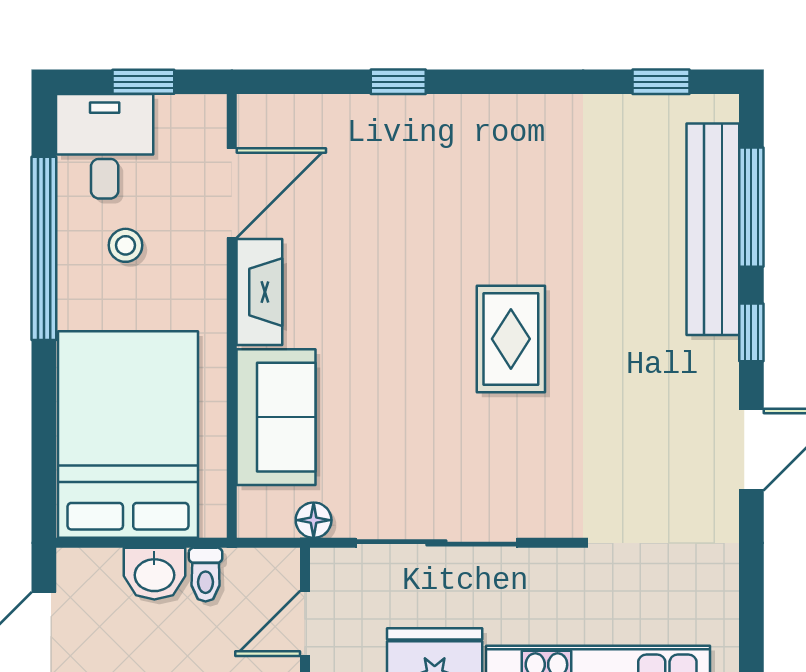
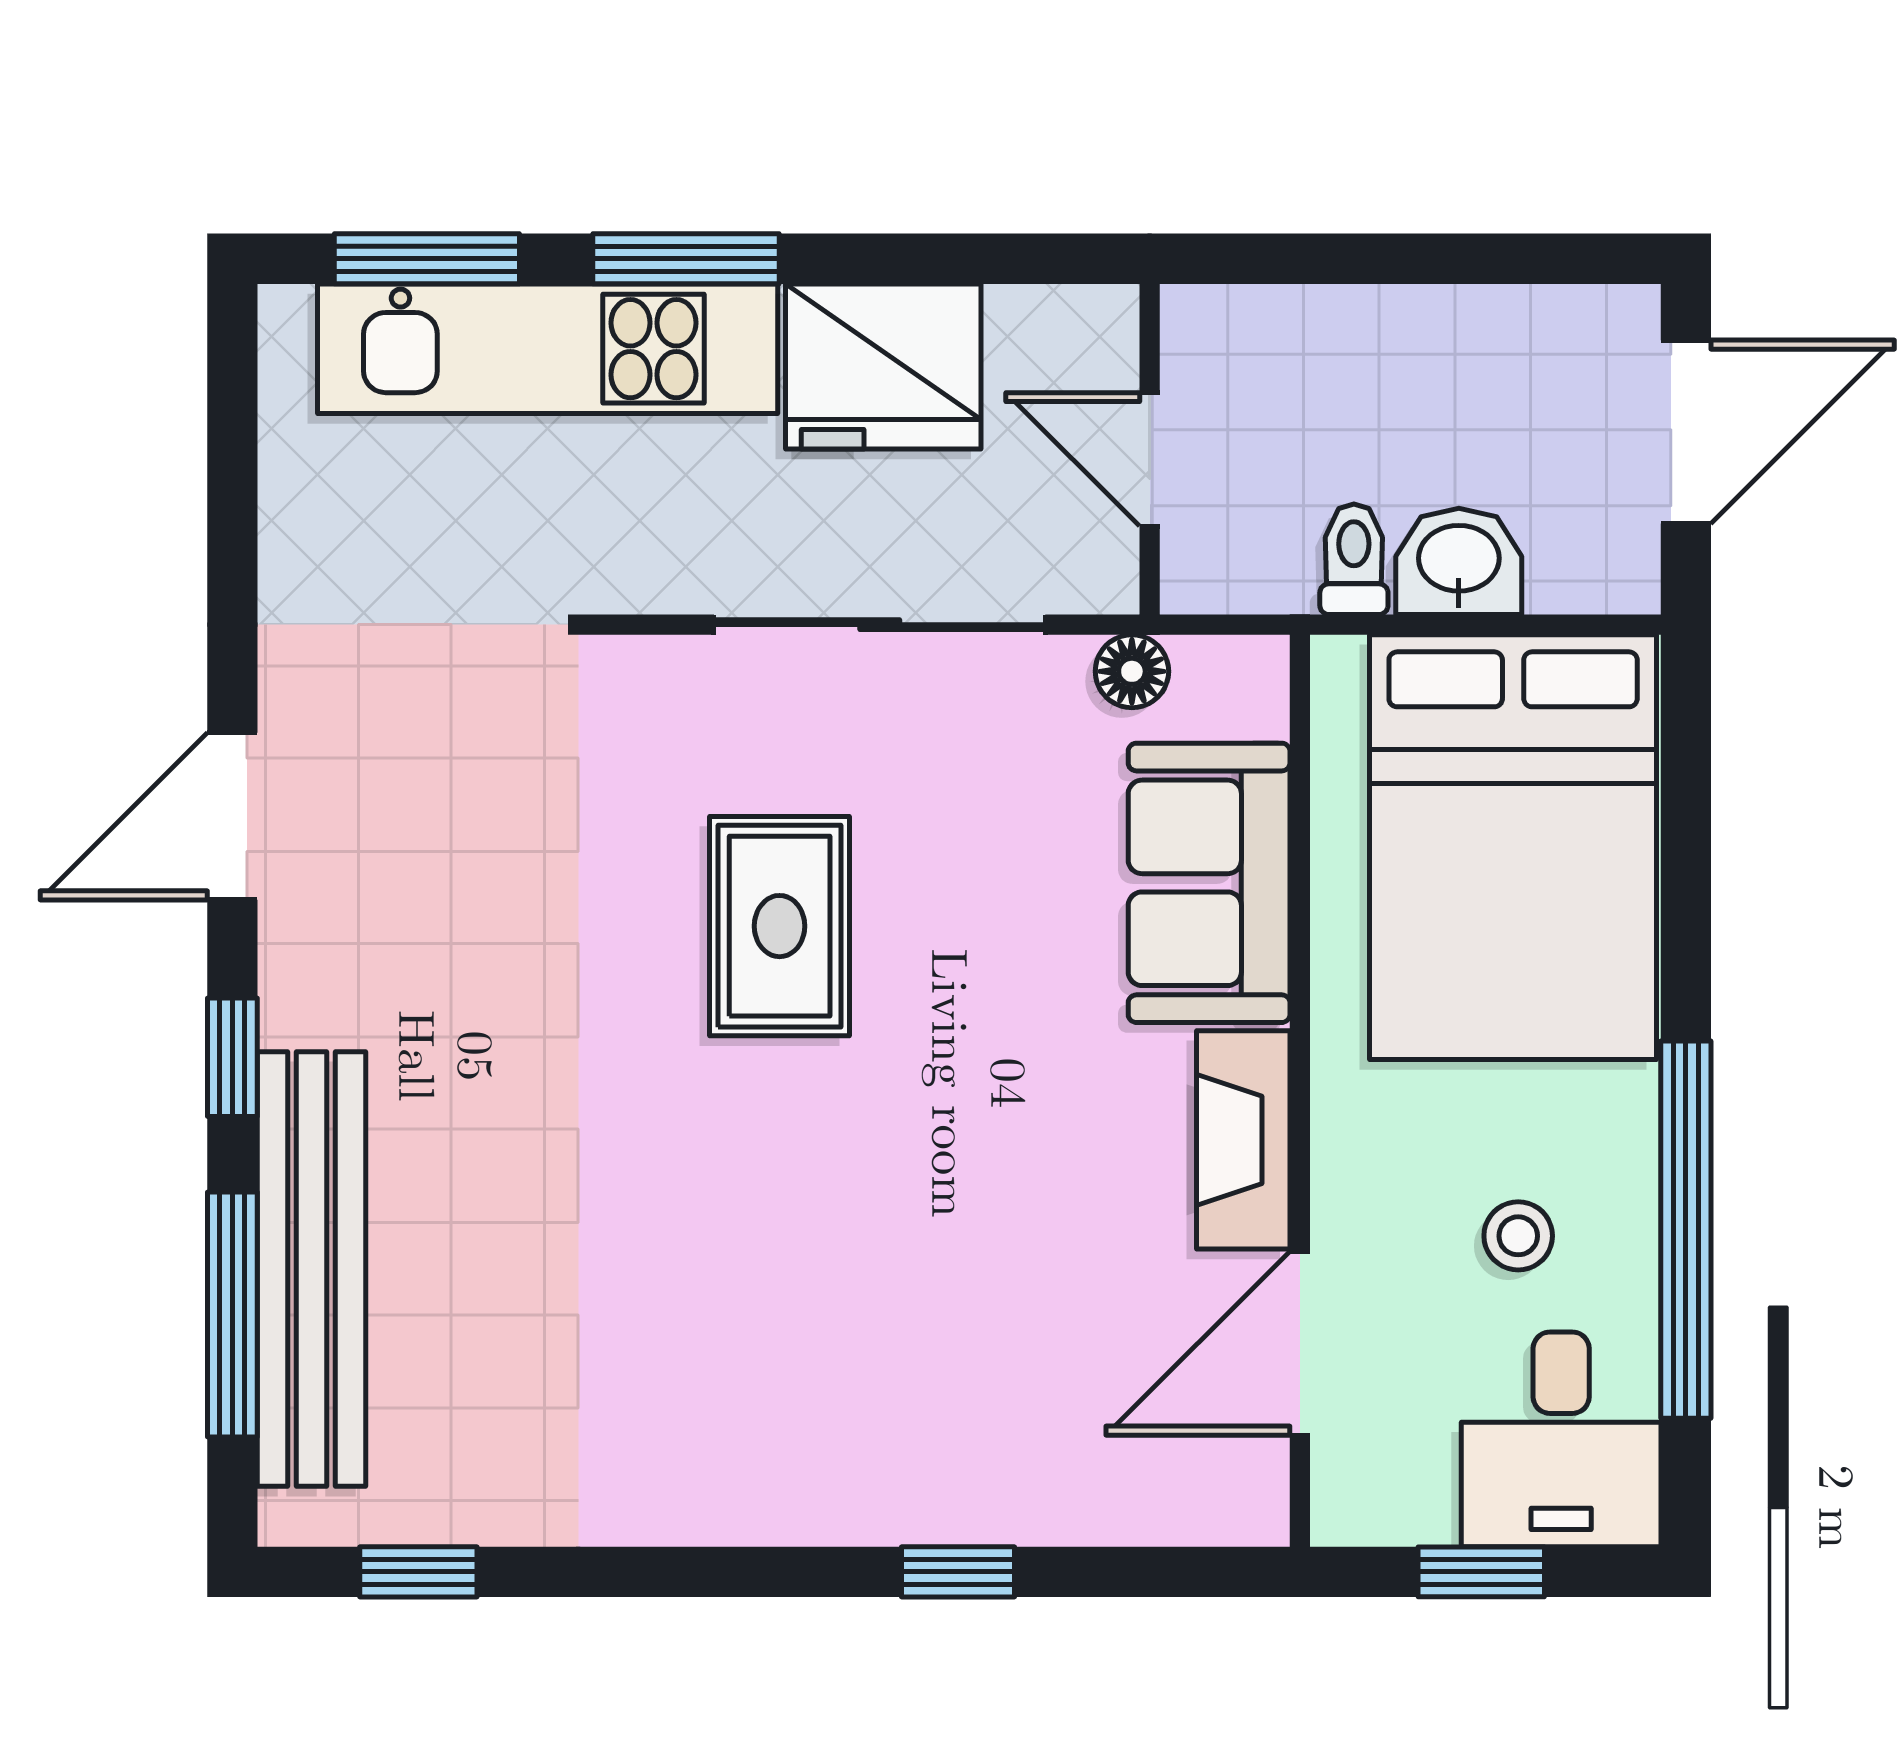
rug: (511, 339) -> (780, 926), moved
door: (305, 623) -> (1150, 459), swing flipped

